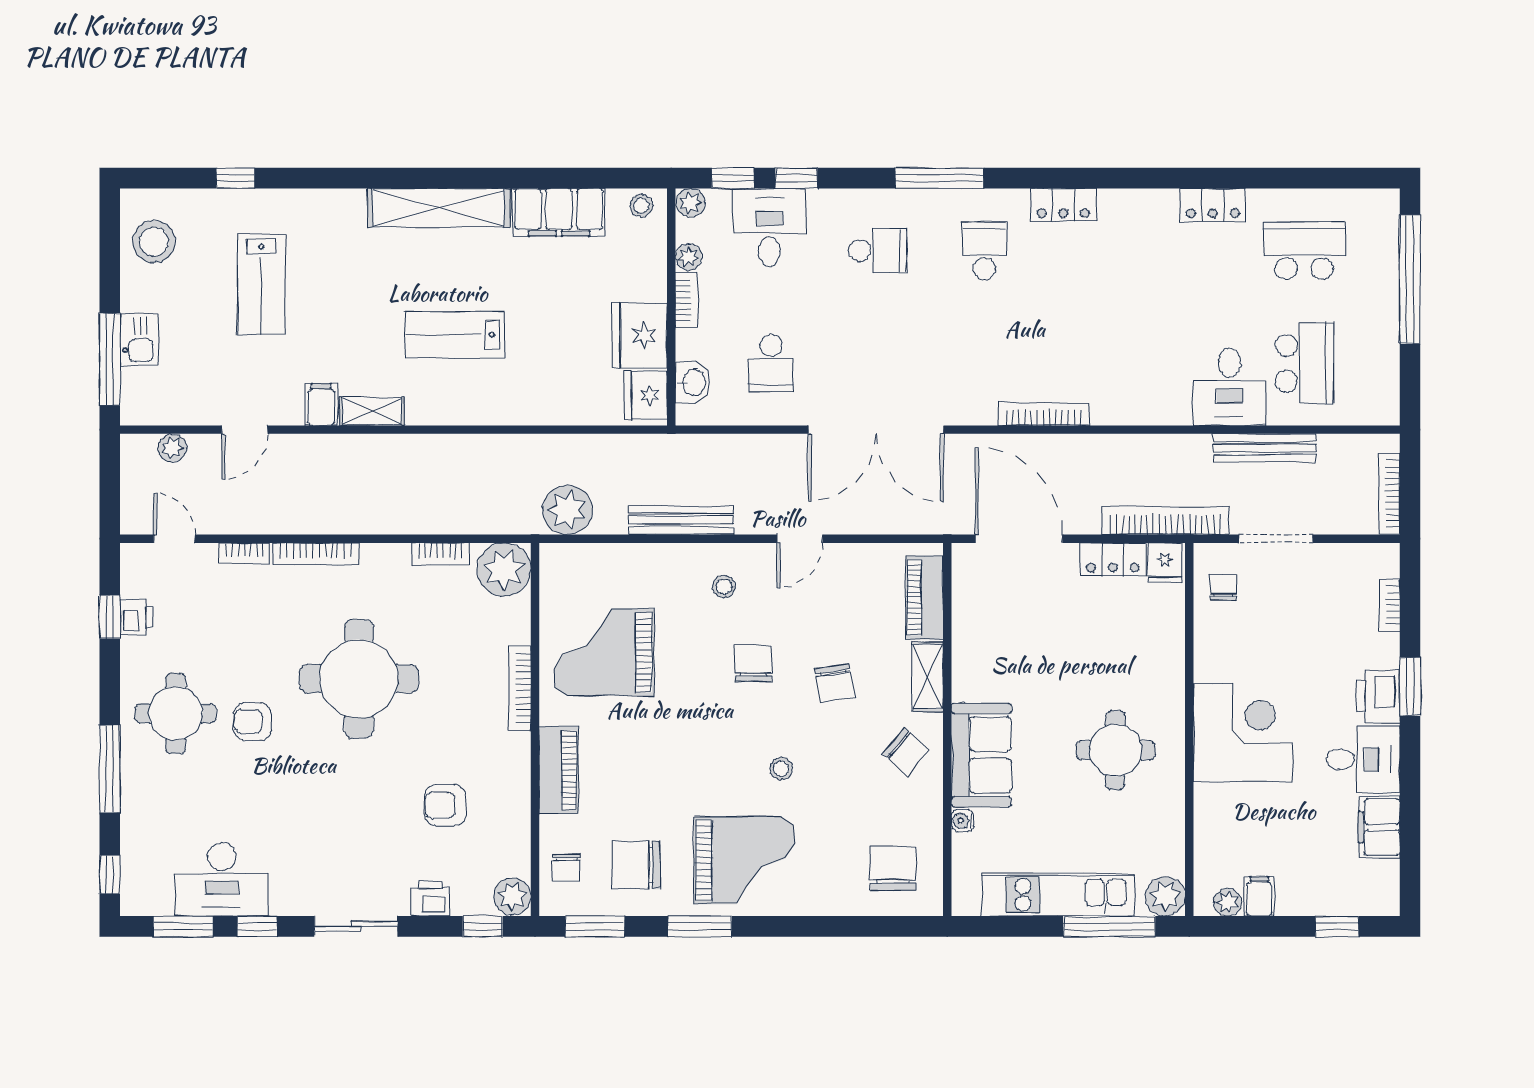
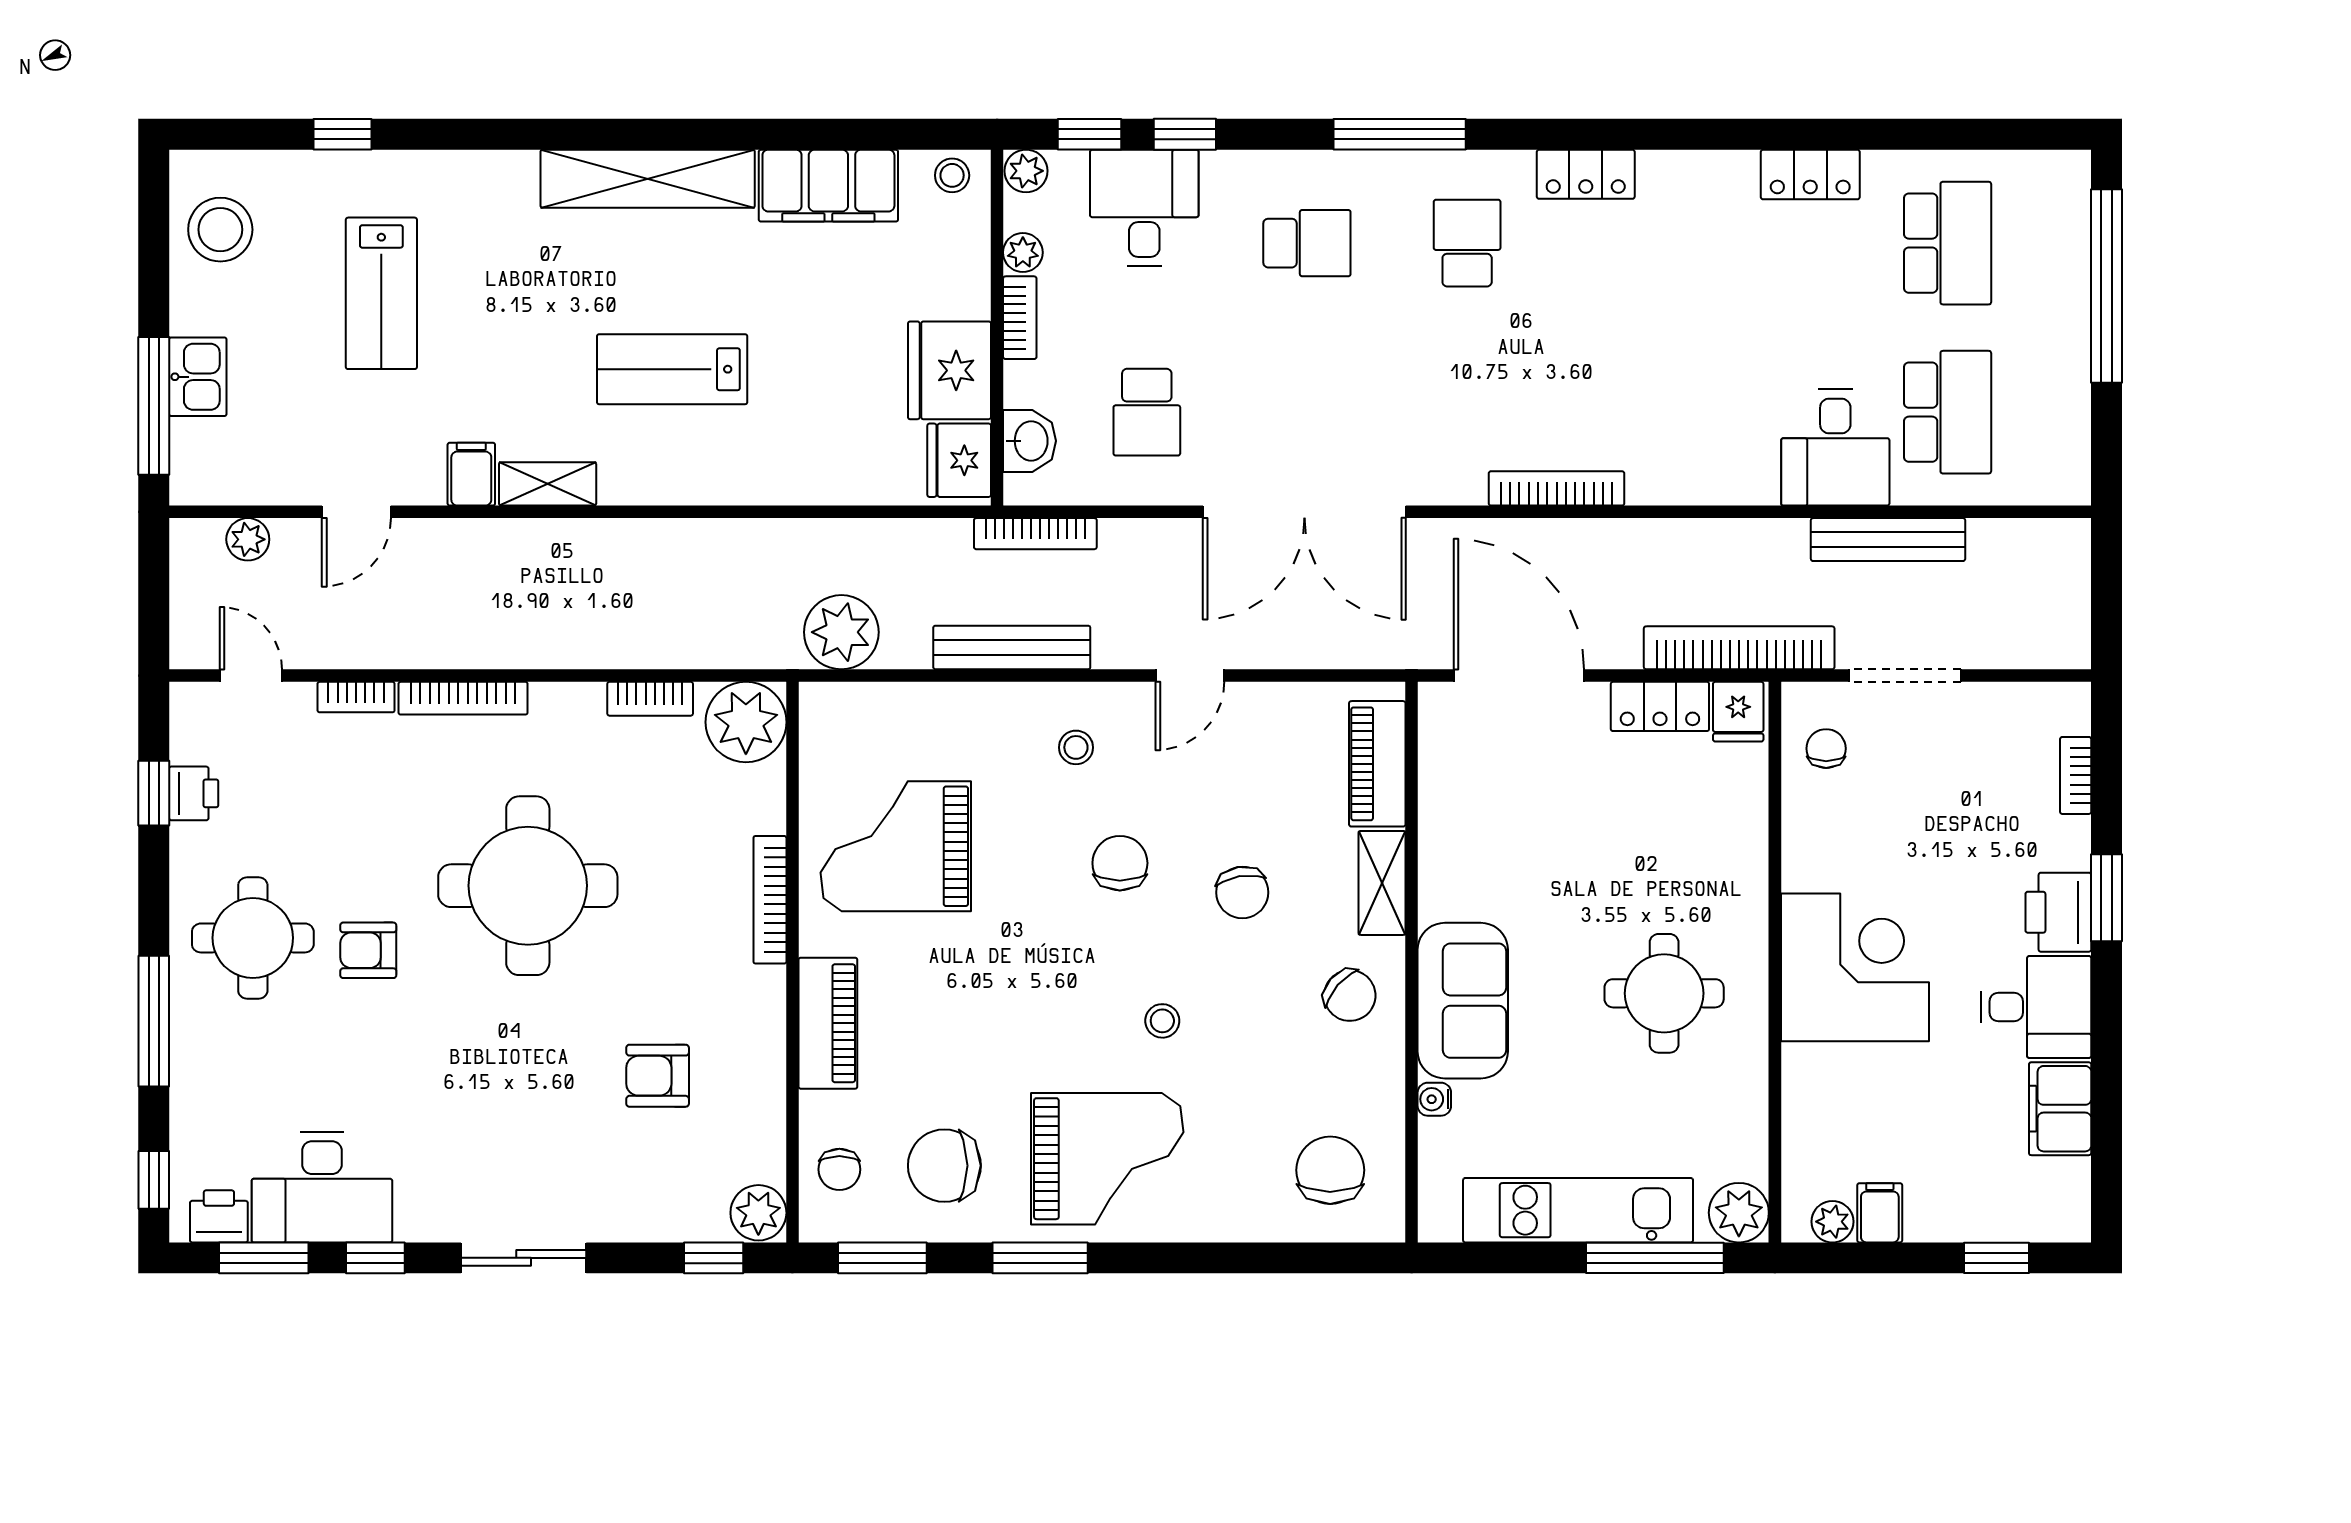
school desk: (1304, 251) -> (1948, 243), turned 90
bookcase: (1389, 494) -> (1035, 534), moved, turned -90
printer: (430, 899) -> (219, 1216), moved

